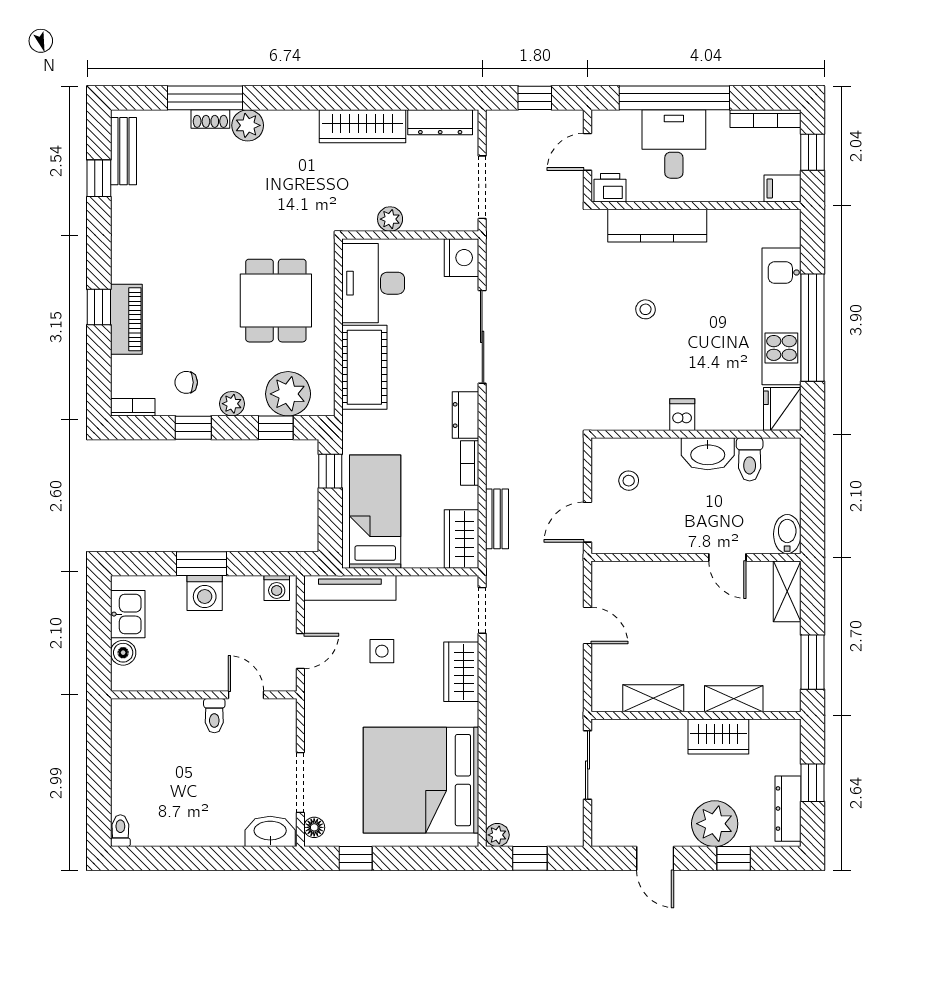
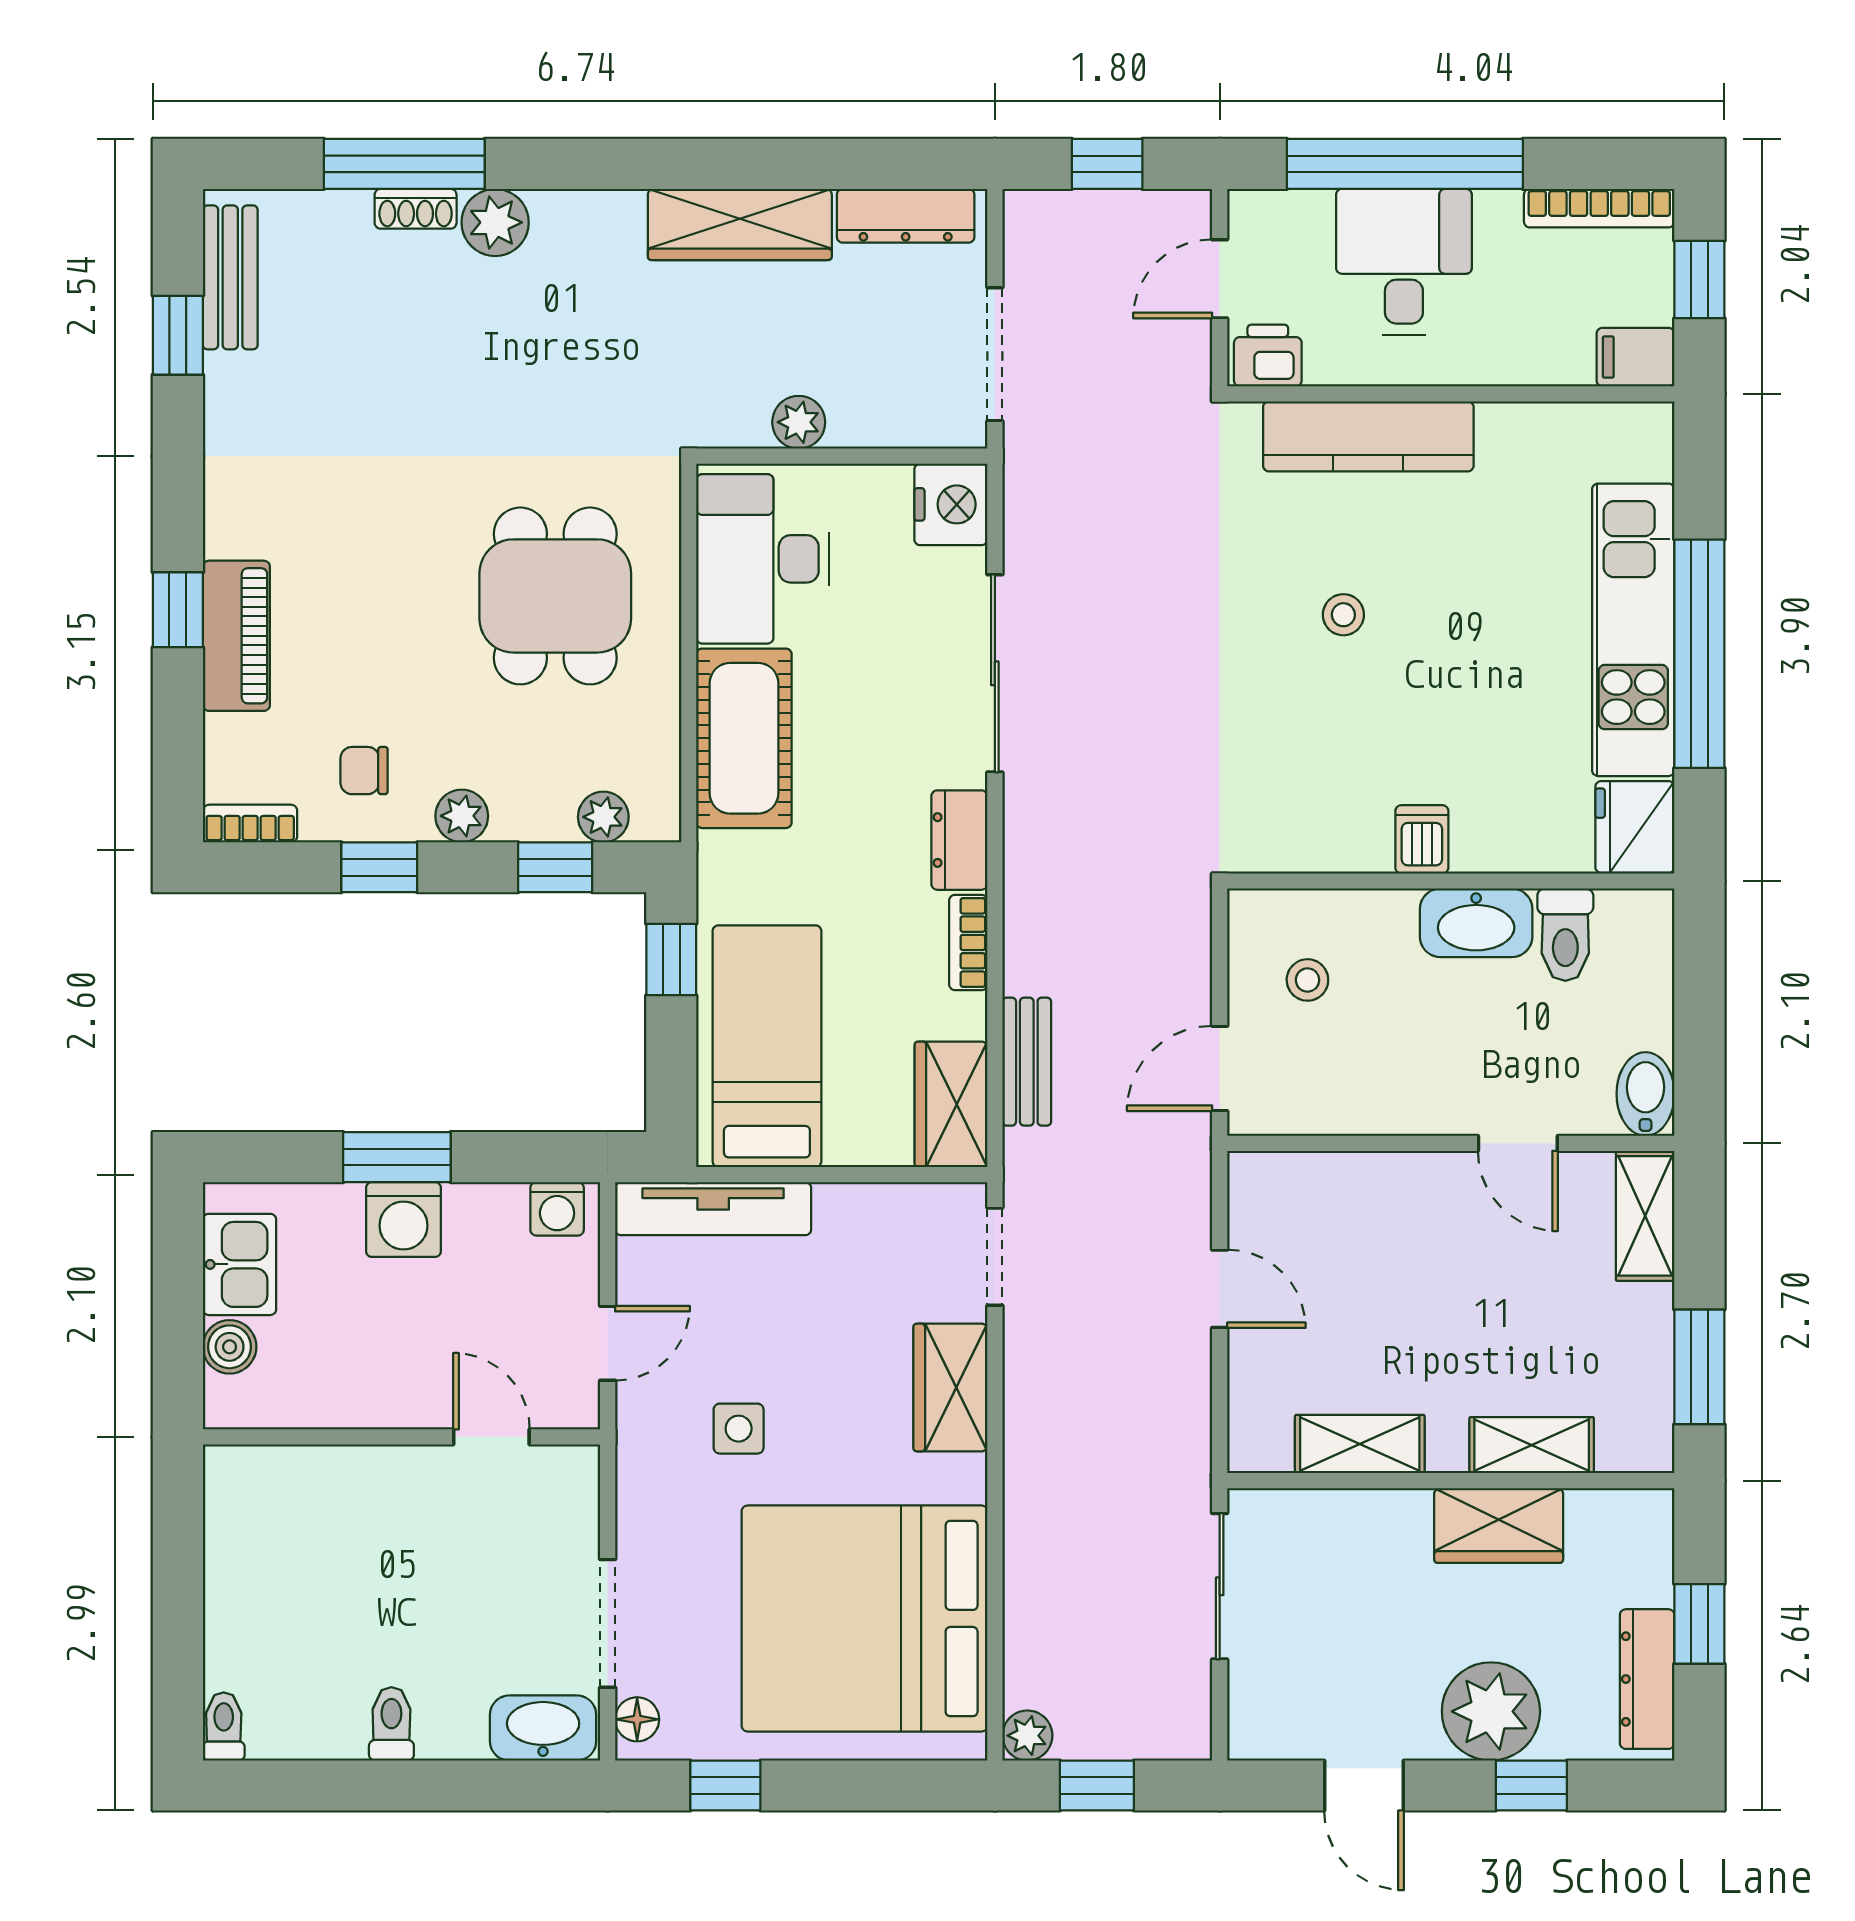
plant: (288, 394) -> (603, 817), width x0.53, depth x0.53
side table: (382, 651) -> (739, 1429), moved
toilet: (214, 716) -> (391, 1724), moved, turned 180

